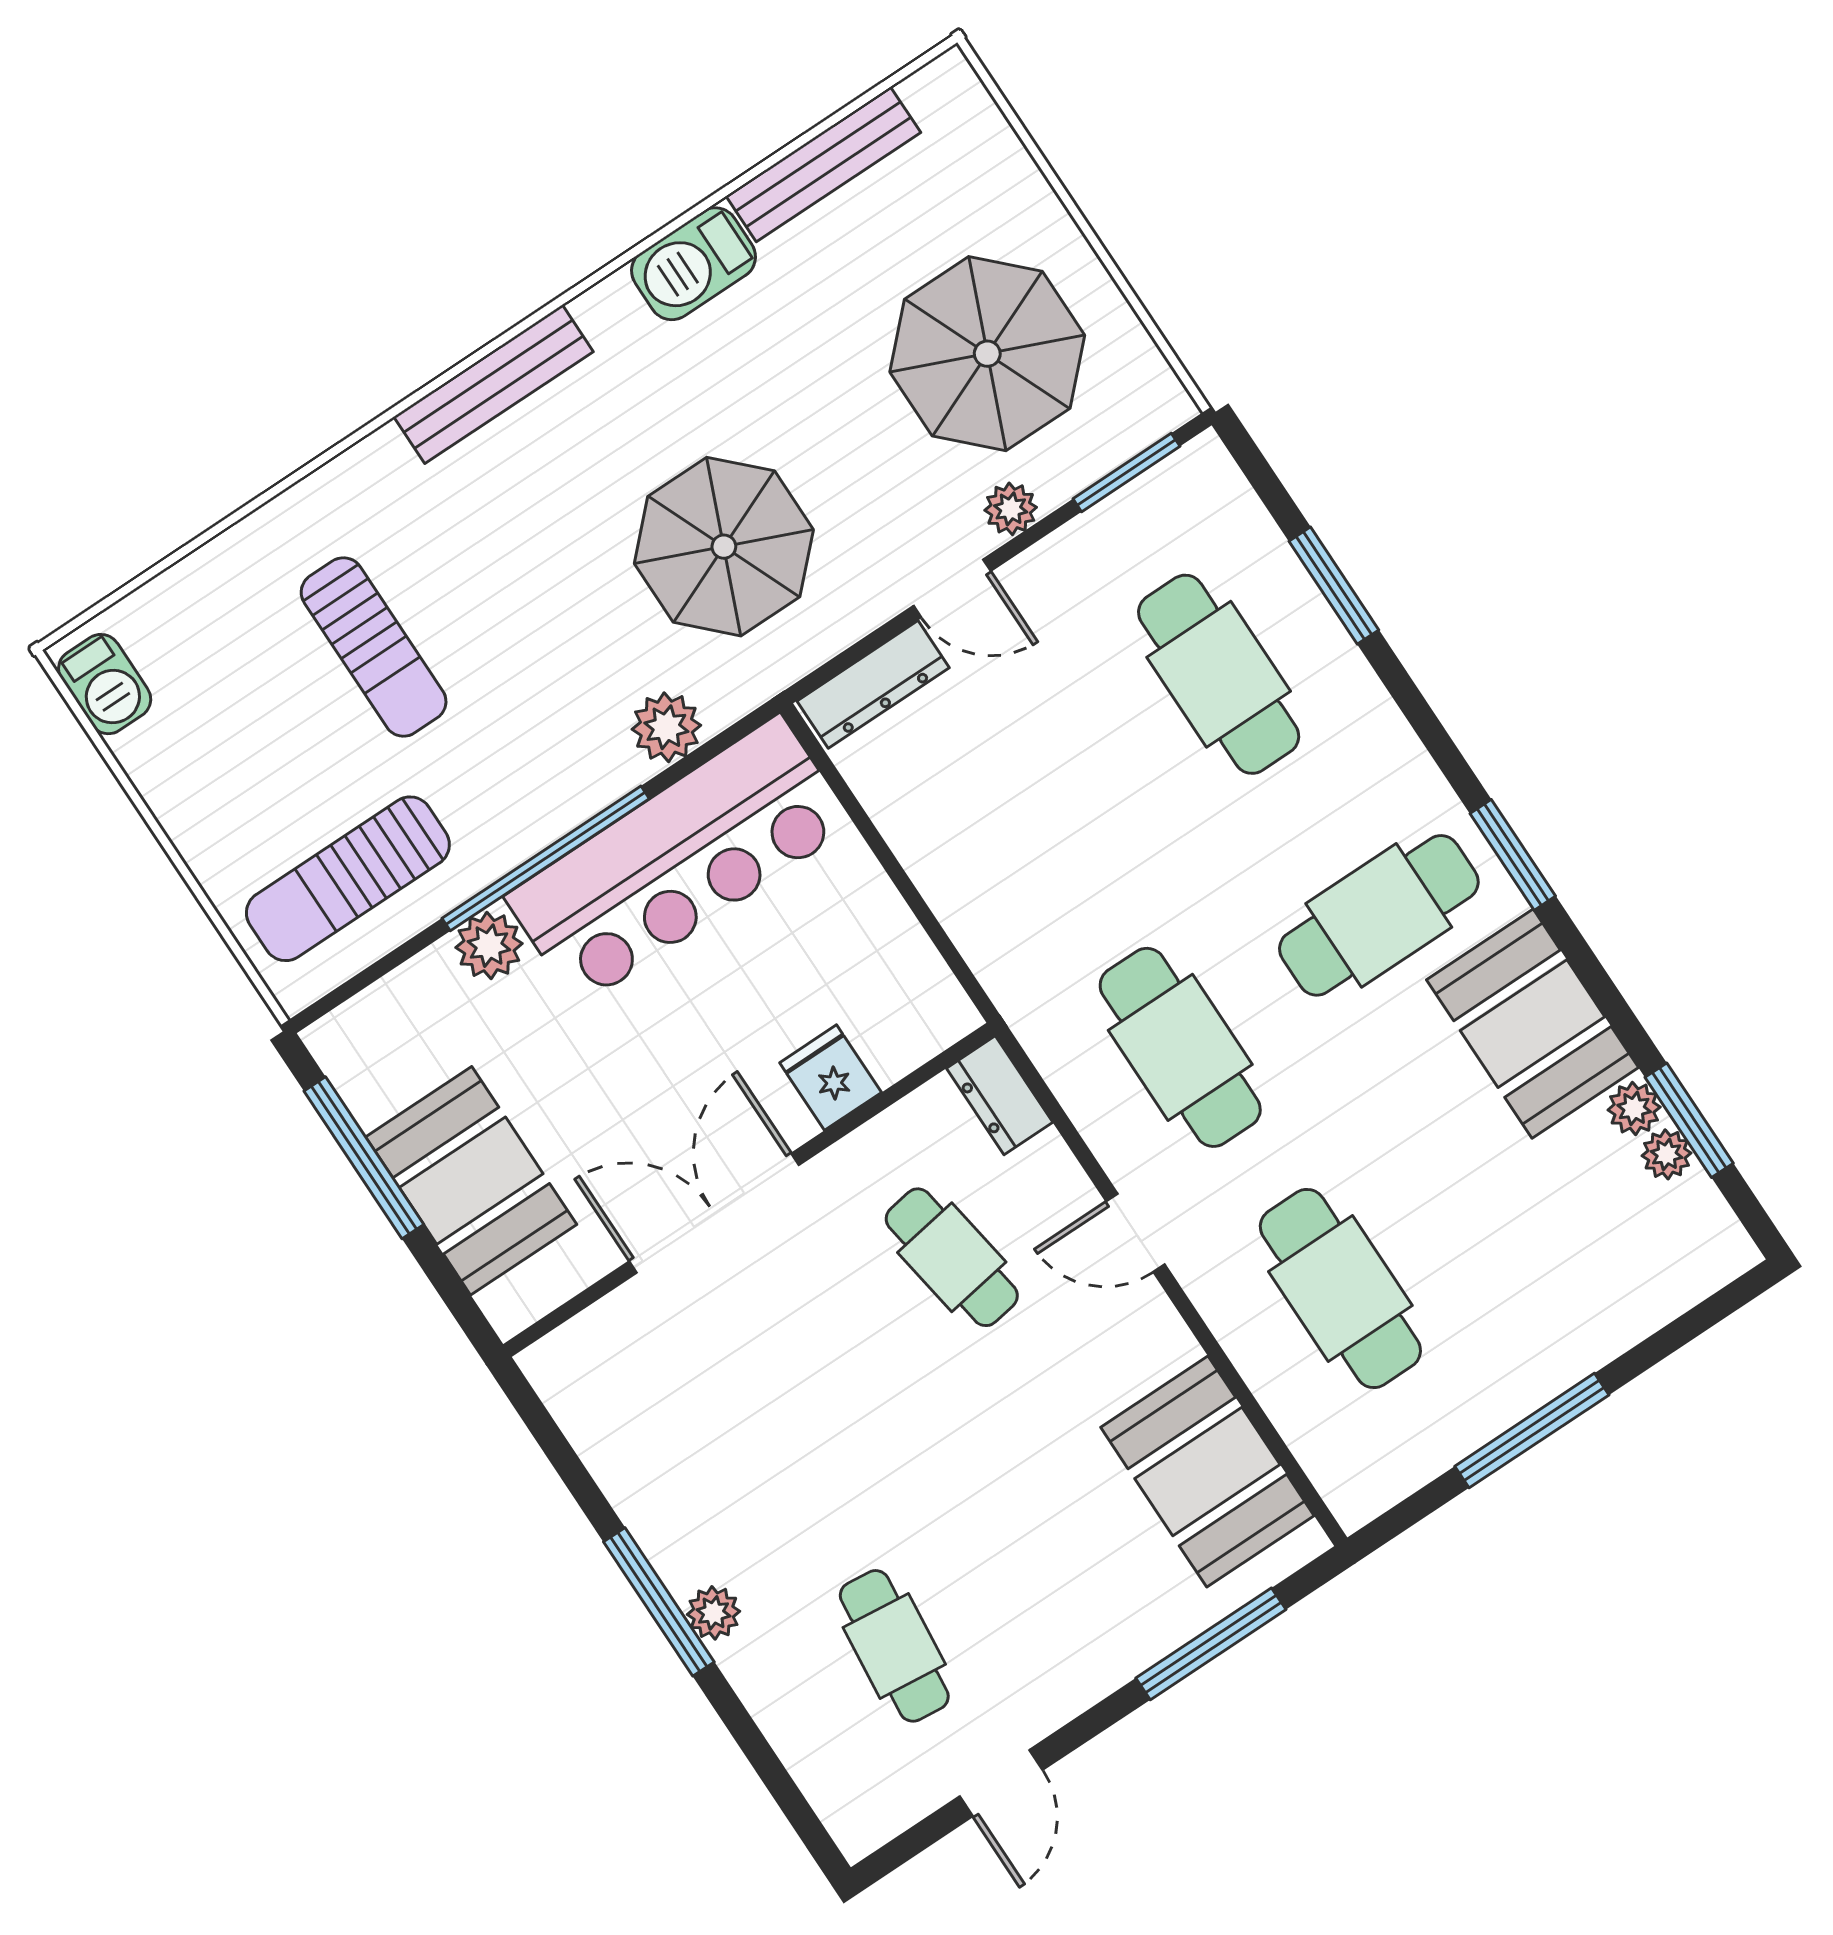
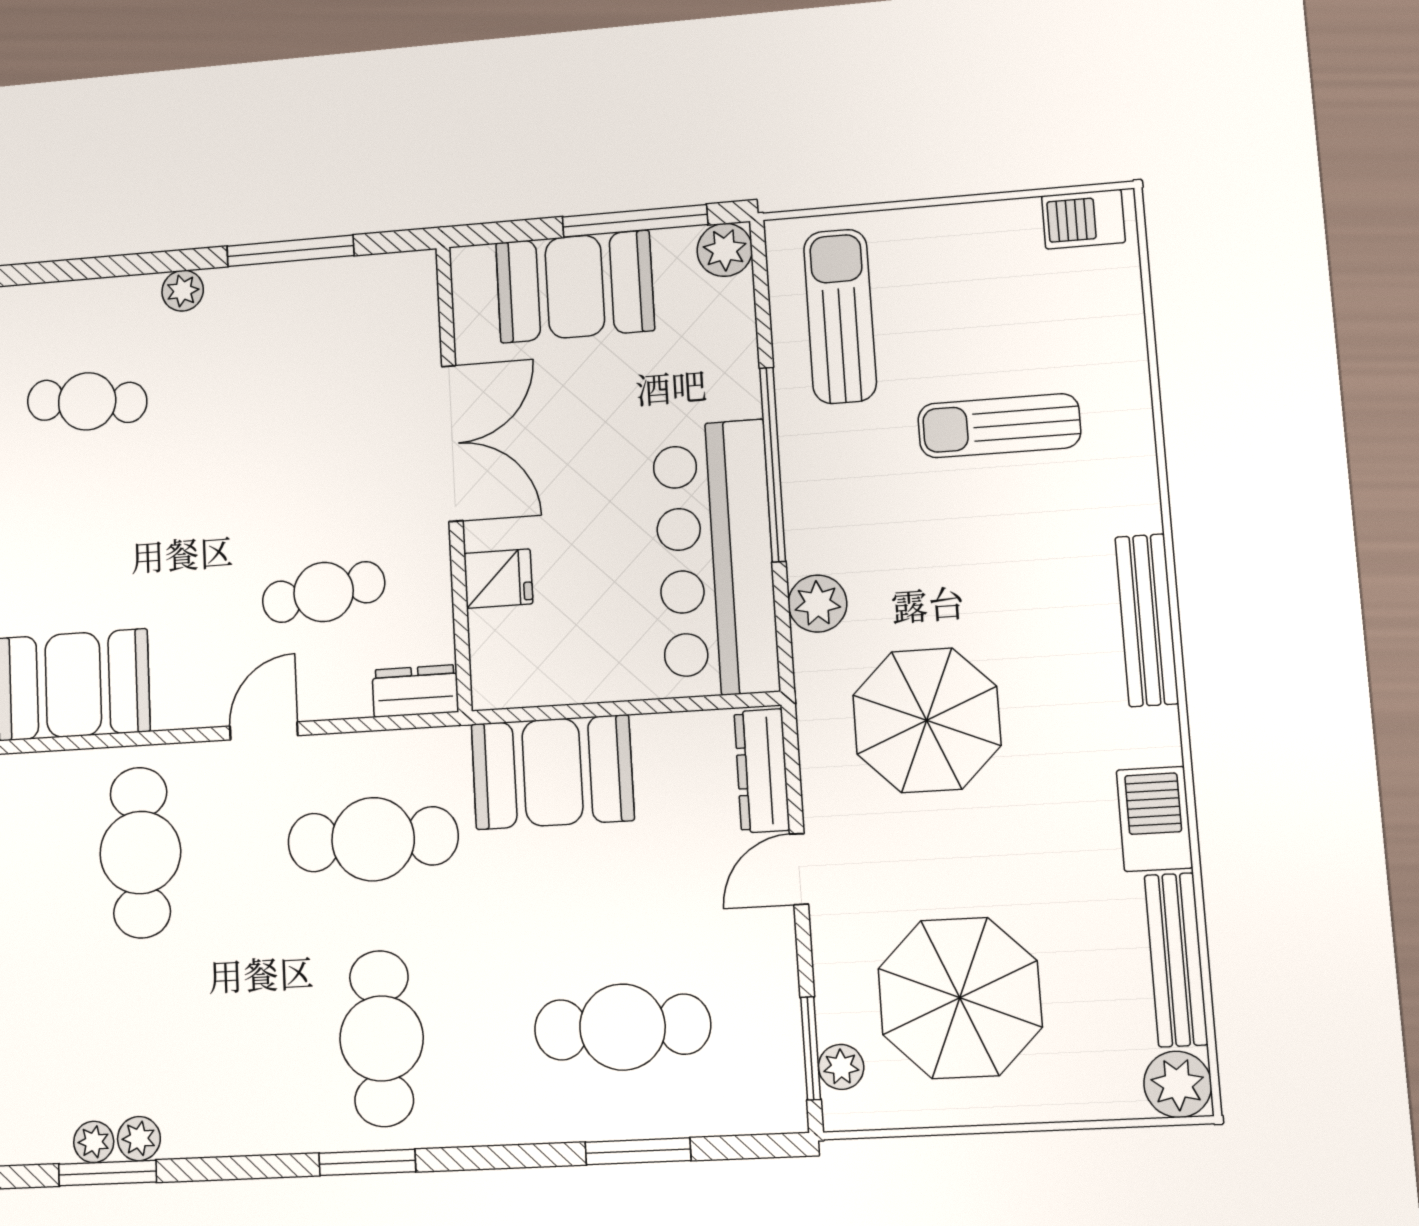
plant: (947, 94) -> (1178, 1084), added
plant: (1011, 509) -> (841, 1067), moved
plant: (489, 946) -> (725, 250), moved
booth: (1533, 1024) -> (552, 772), moved
cafe table: (1340, 1288) -> (140, 853), turned 90
window: (659, 1602) -> (290, 251), moved

